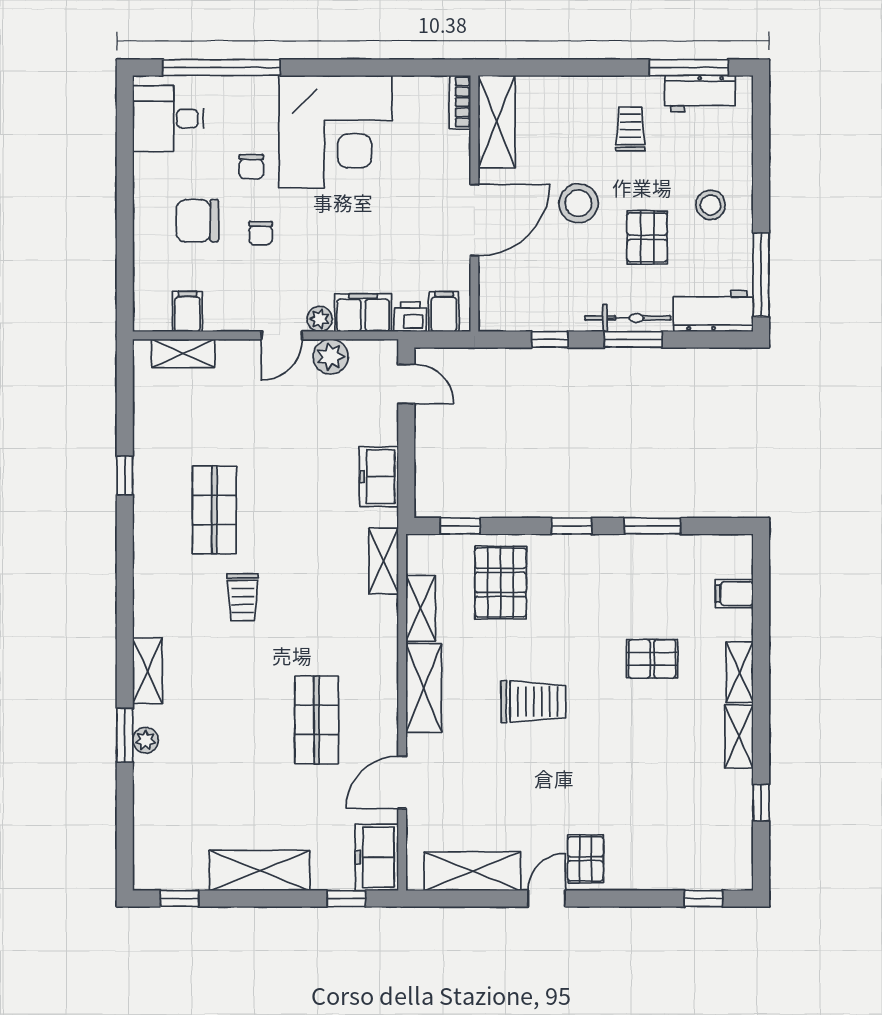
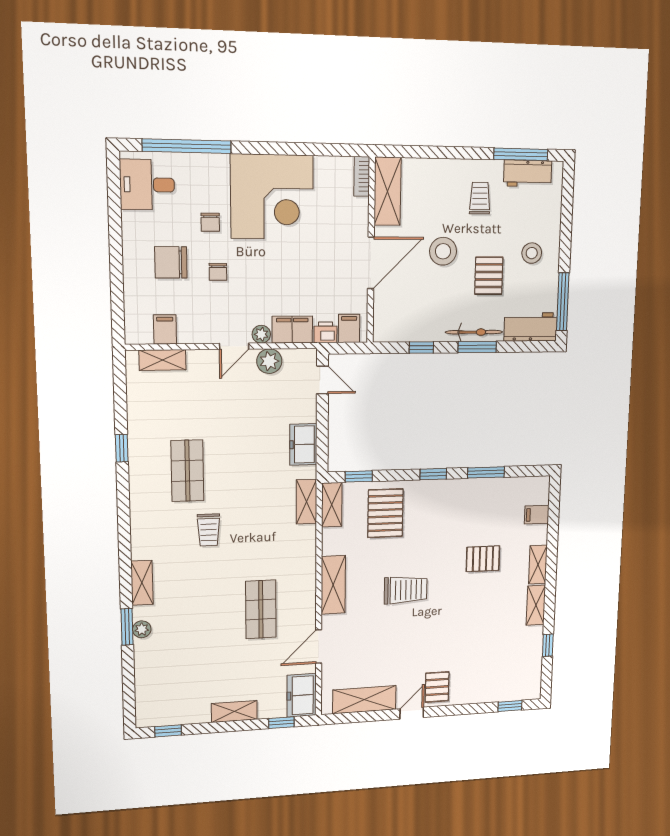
shelving: (421, 608) -> (332, 505), moved
shelving: (260, 871) -> (234, 711), width x0.67, depth x0.75

